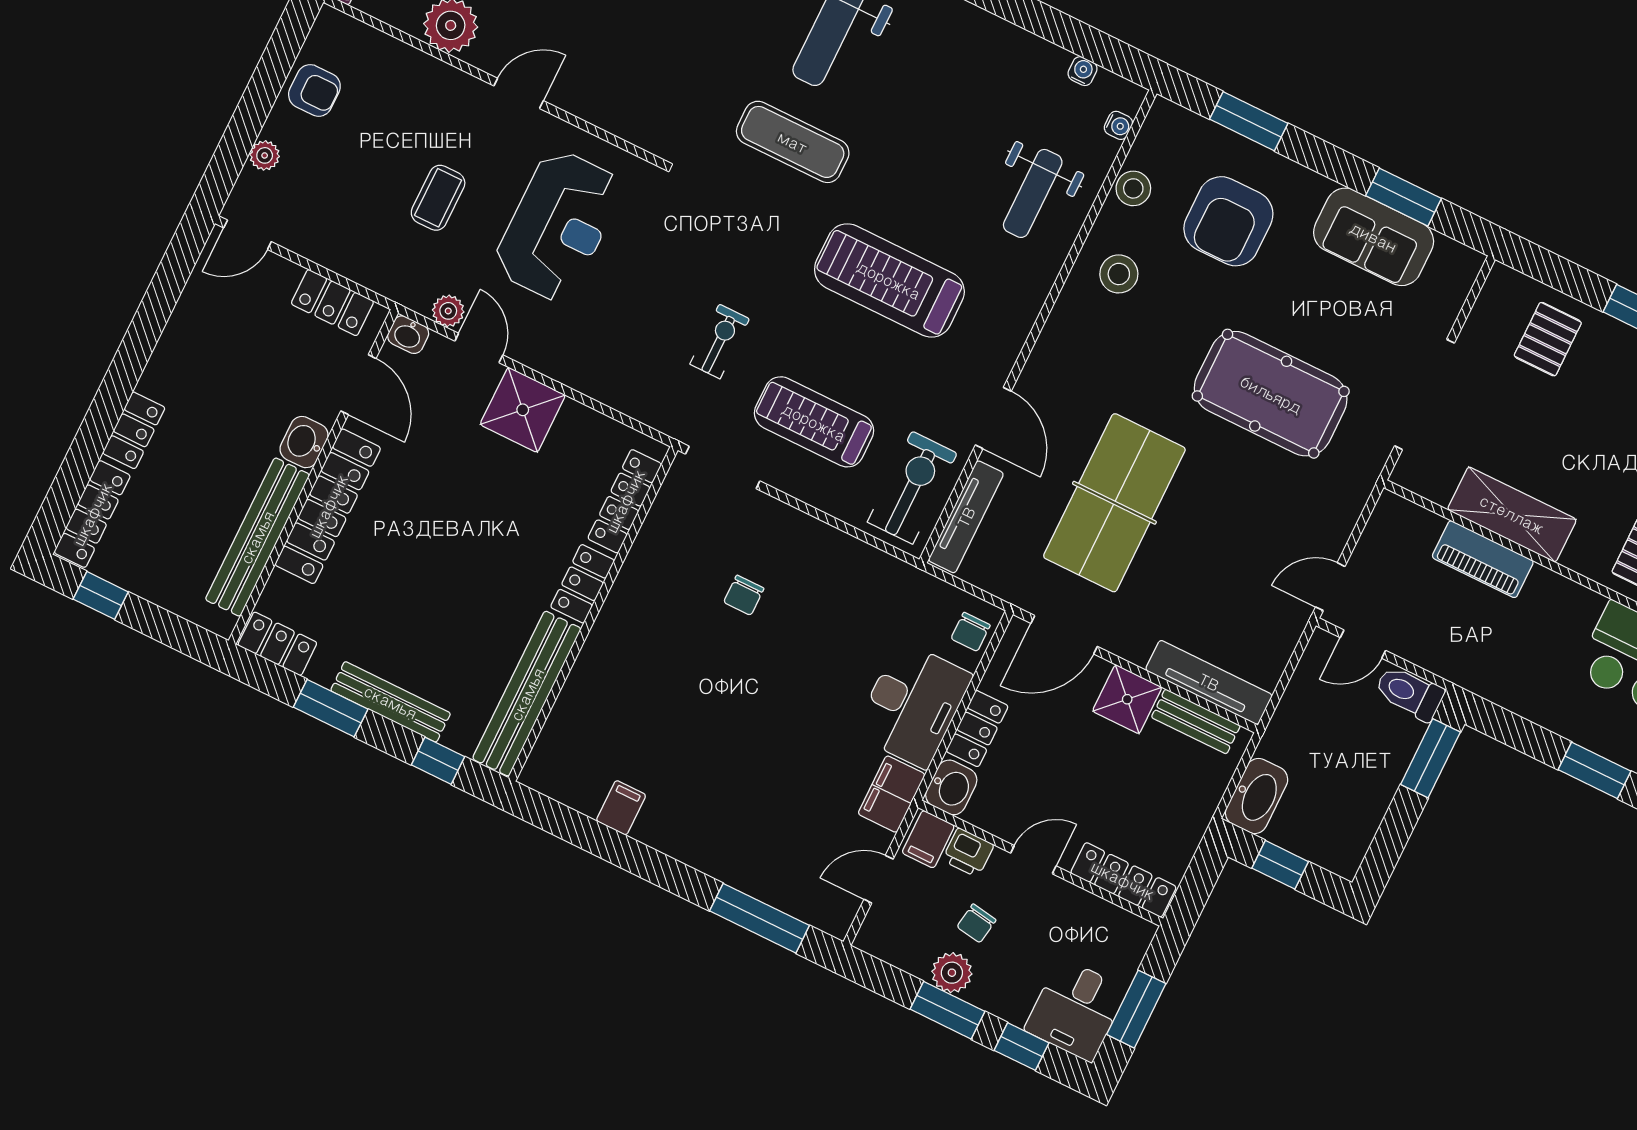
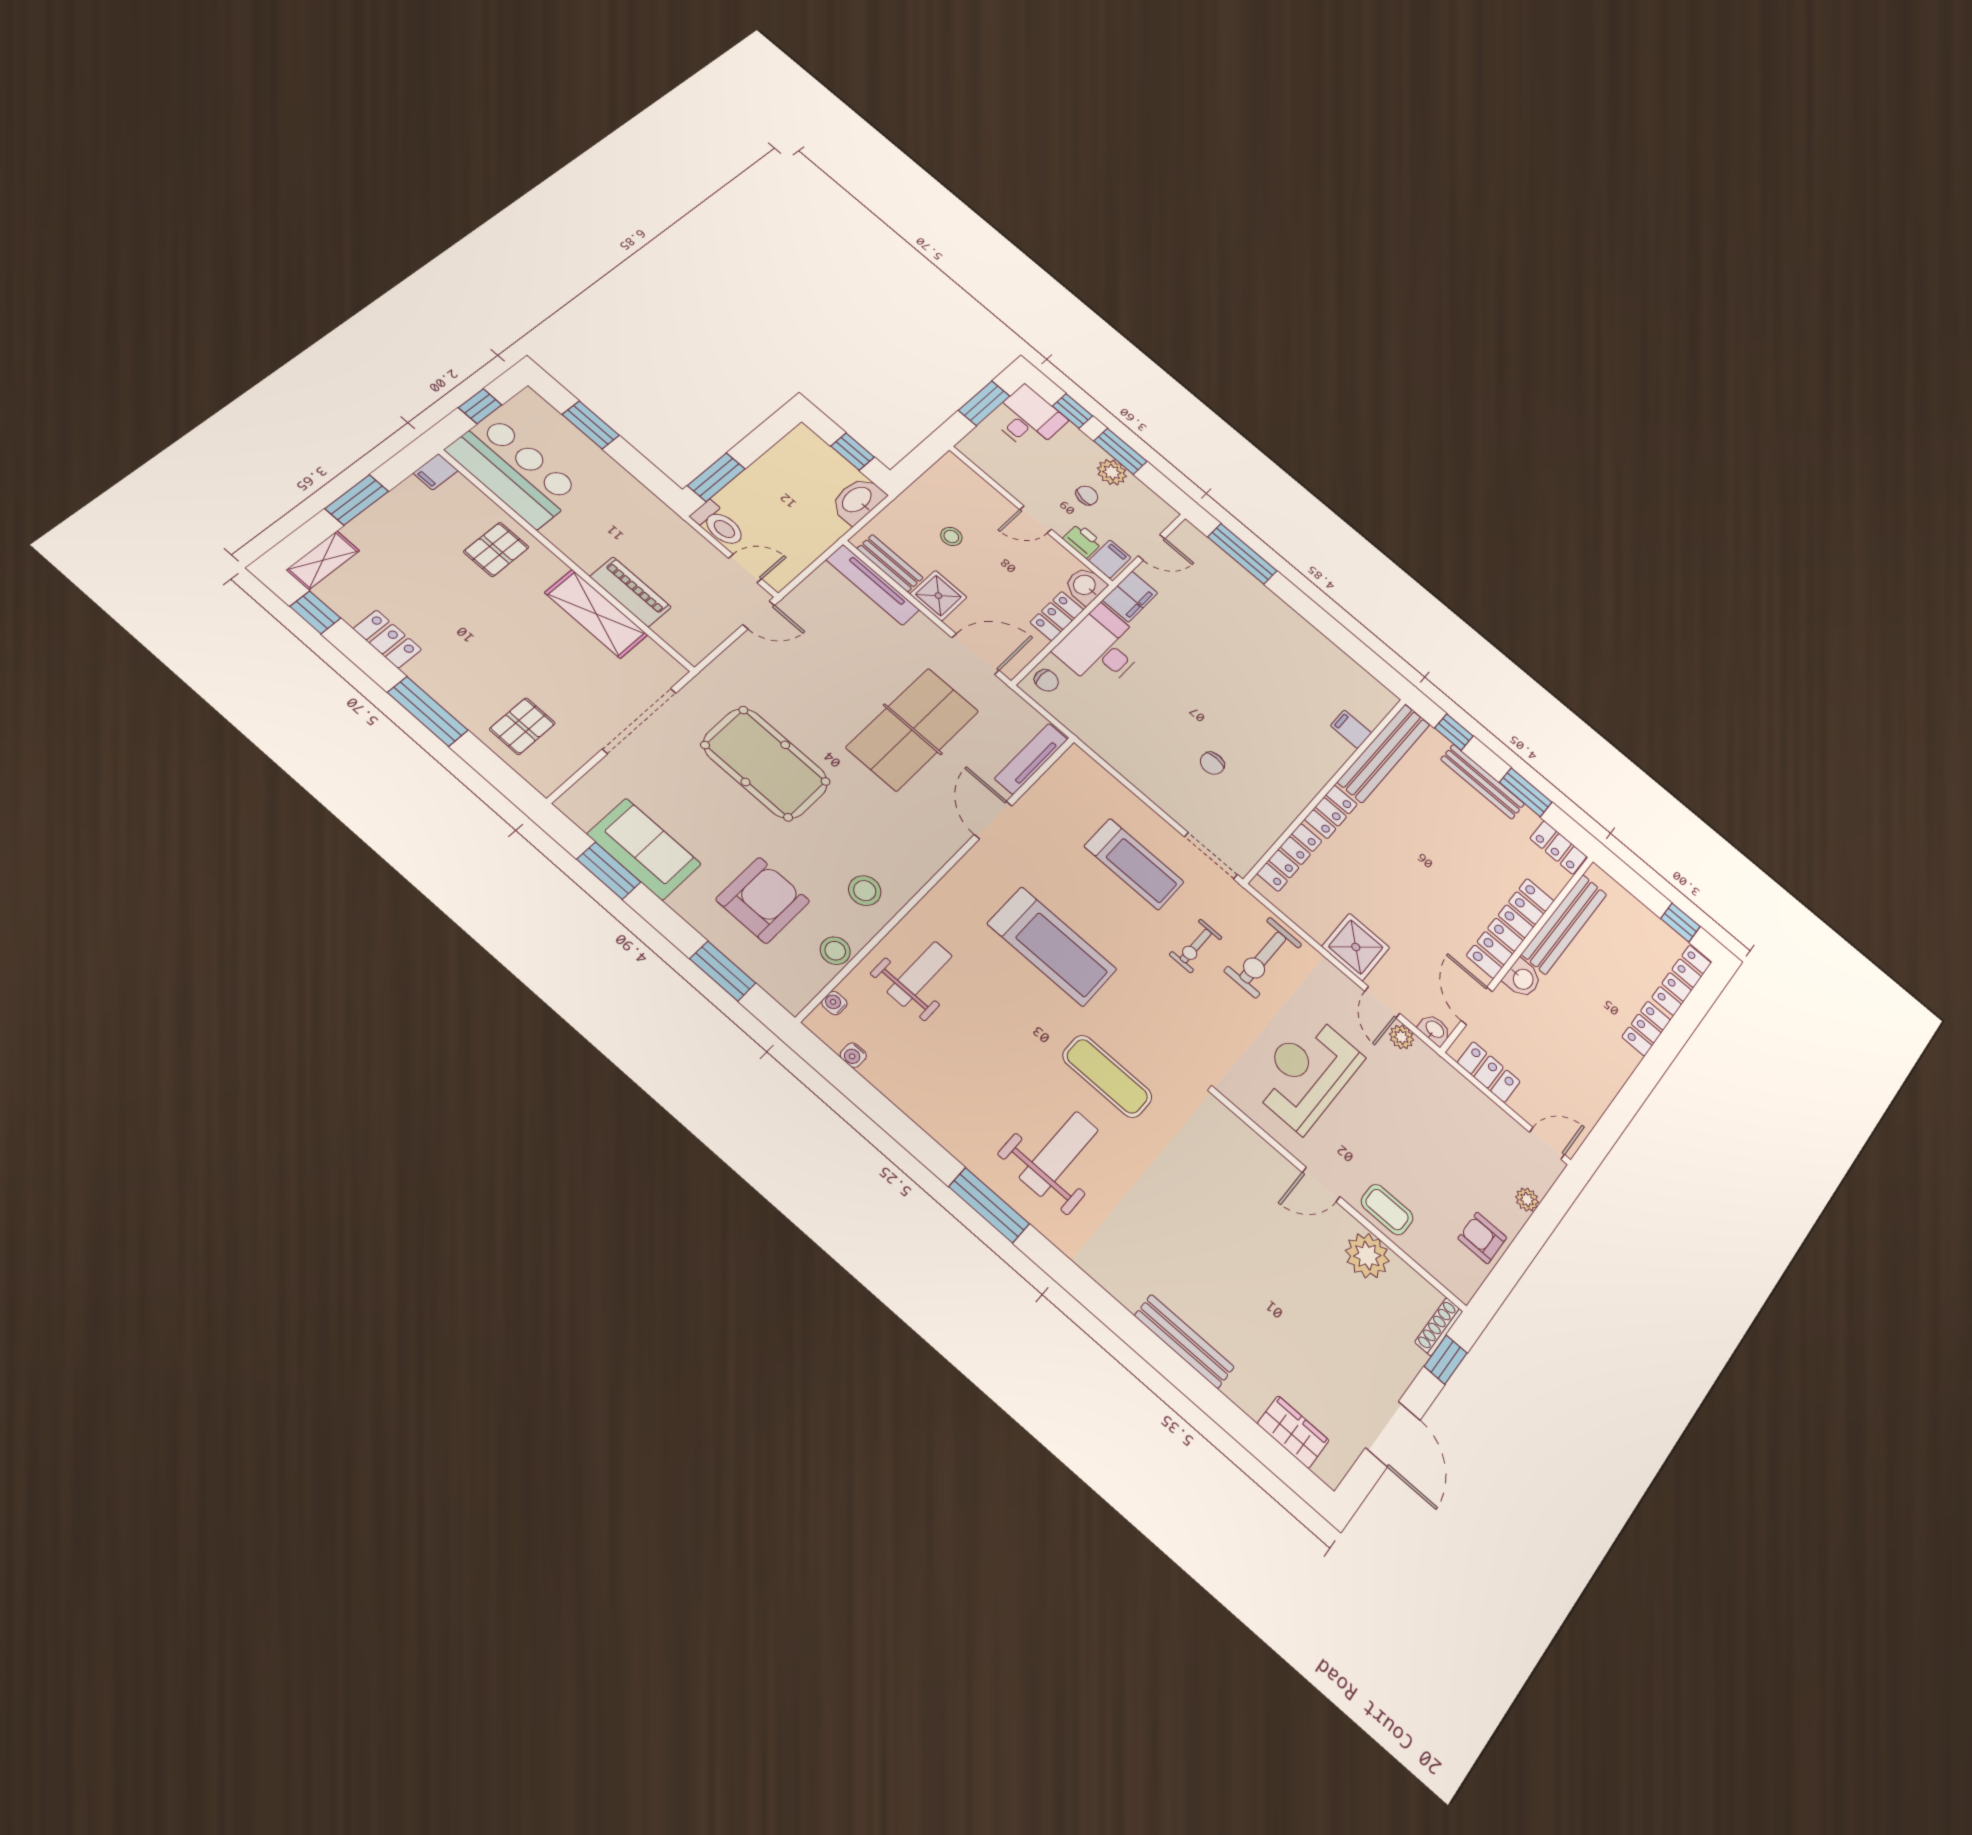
coffee table: (438, 198) -> (1387, 1210), moved, turned 90
exercise bike: (912, 488) -> (1263, 958), moved
chair: (744, 595) -> (1212, 763), turned 180
chair: (971, 632) -> (1046, 680), turned 90
stool: (1131, 791) -> (951, 536), added
filing cabinet: (621, 808) -> (1351, 729), moved, turned 90
locker: (1123, 880) -> (972, 484), removed

